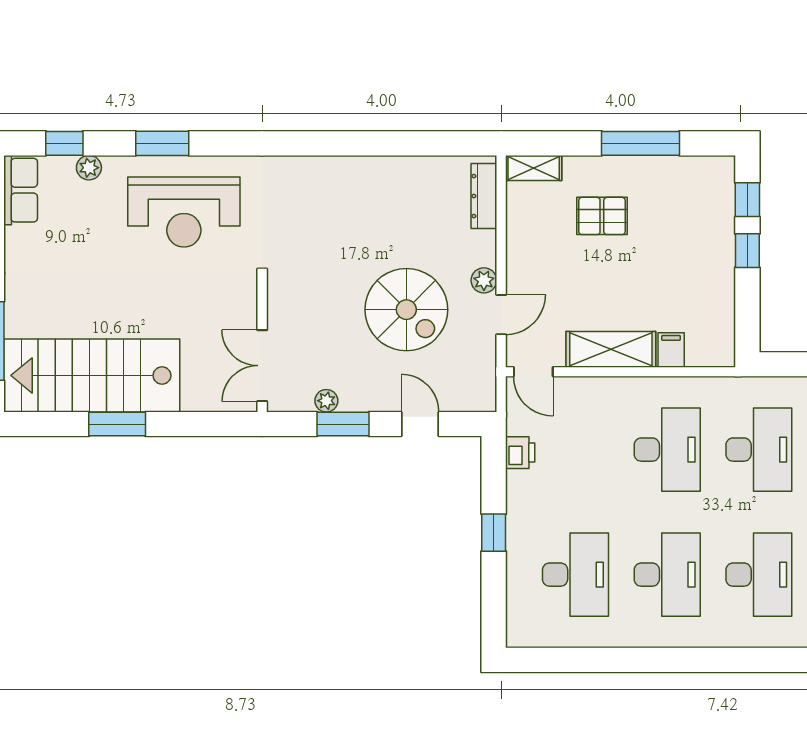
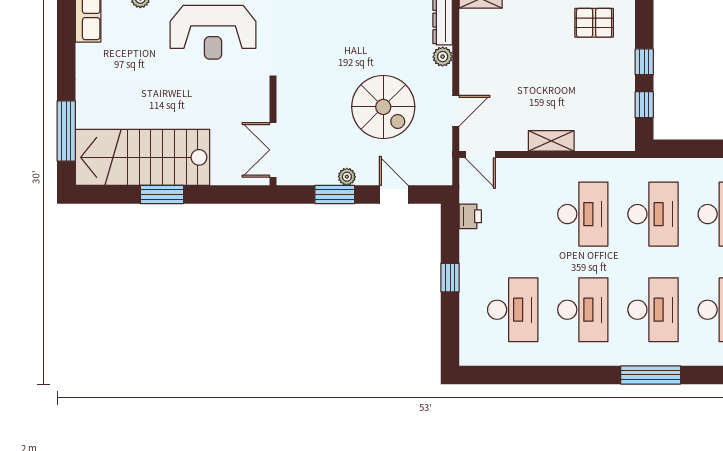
window: (747, 200) -> (644, 105), moved
pallet: (602, 216) -> (594, 23), moved
plant: (484, 280) -> (443, 57), moved
shelving: (611, 349) -> (551, 141), width x0.67, depth x0.75
filing cabinet: (671, 350) -> (586, 138), removed
plant: (326, 401) -> (347, 177), moved
window: (756, 660) -> (651, 375), added

